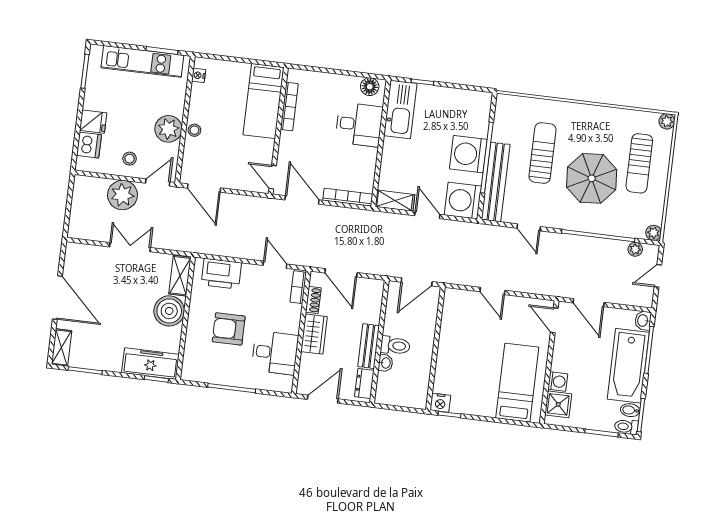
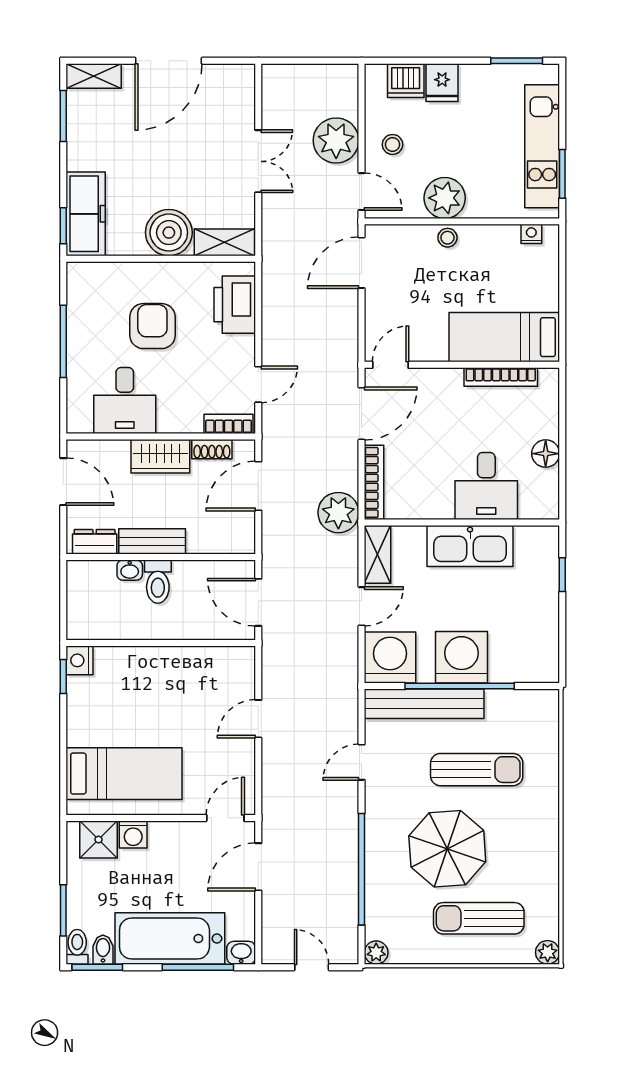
floor lamp: (370, 87) -> (546, 454), moved
kitchen sink: (400, 110) -> (470, 546), moved
plant: (635, 249) -> (338, 513), moved, width x1.87, depth x1.87

